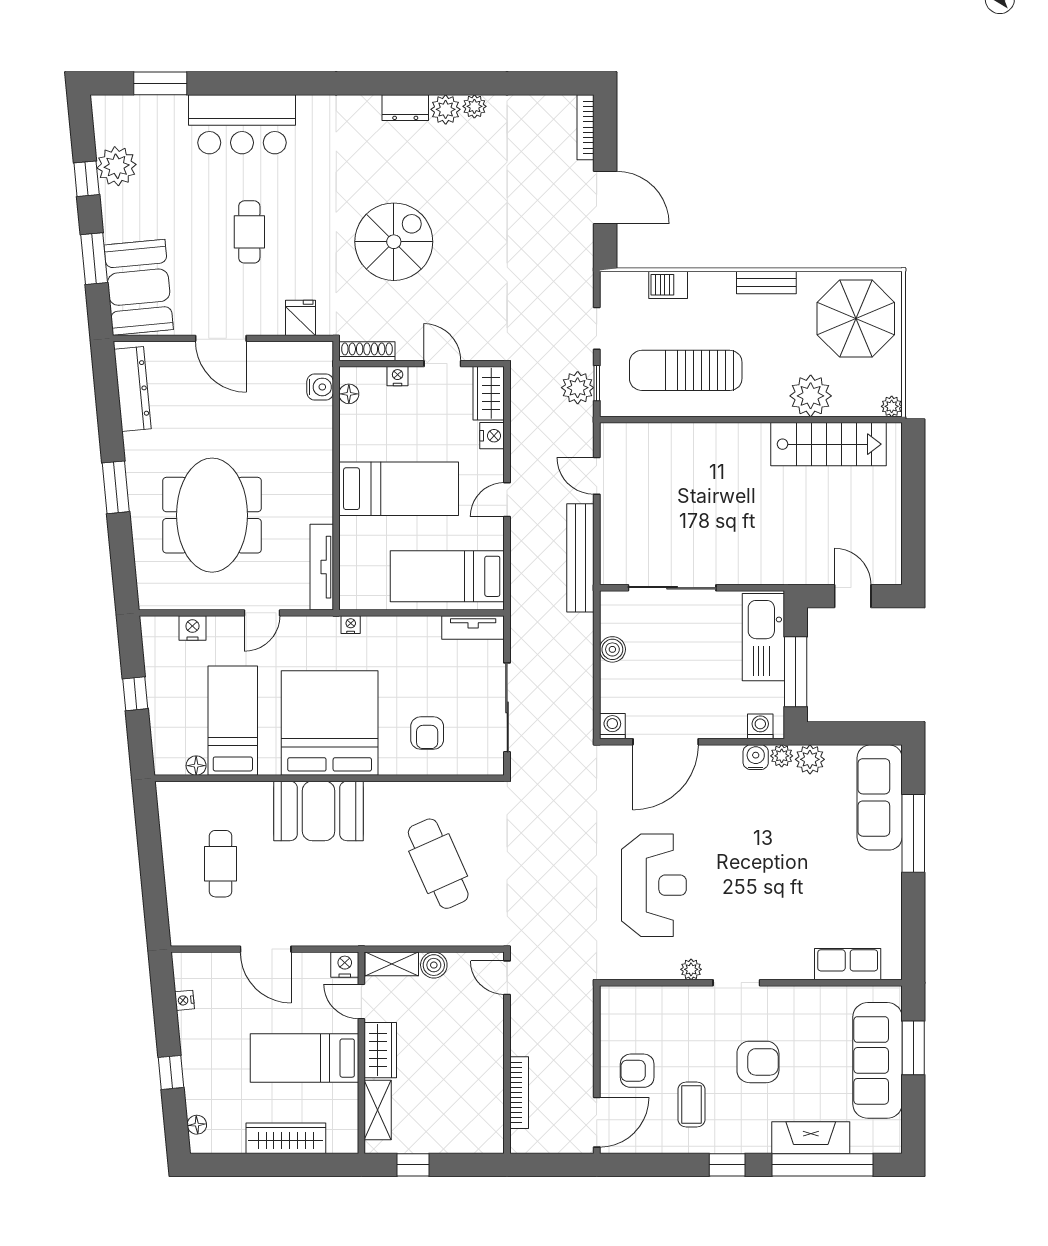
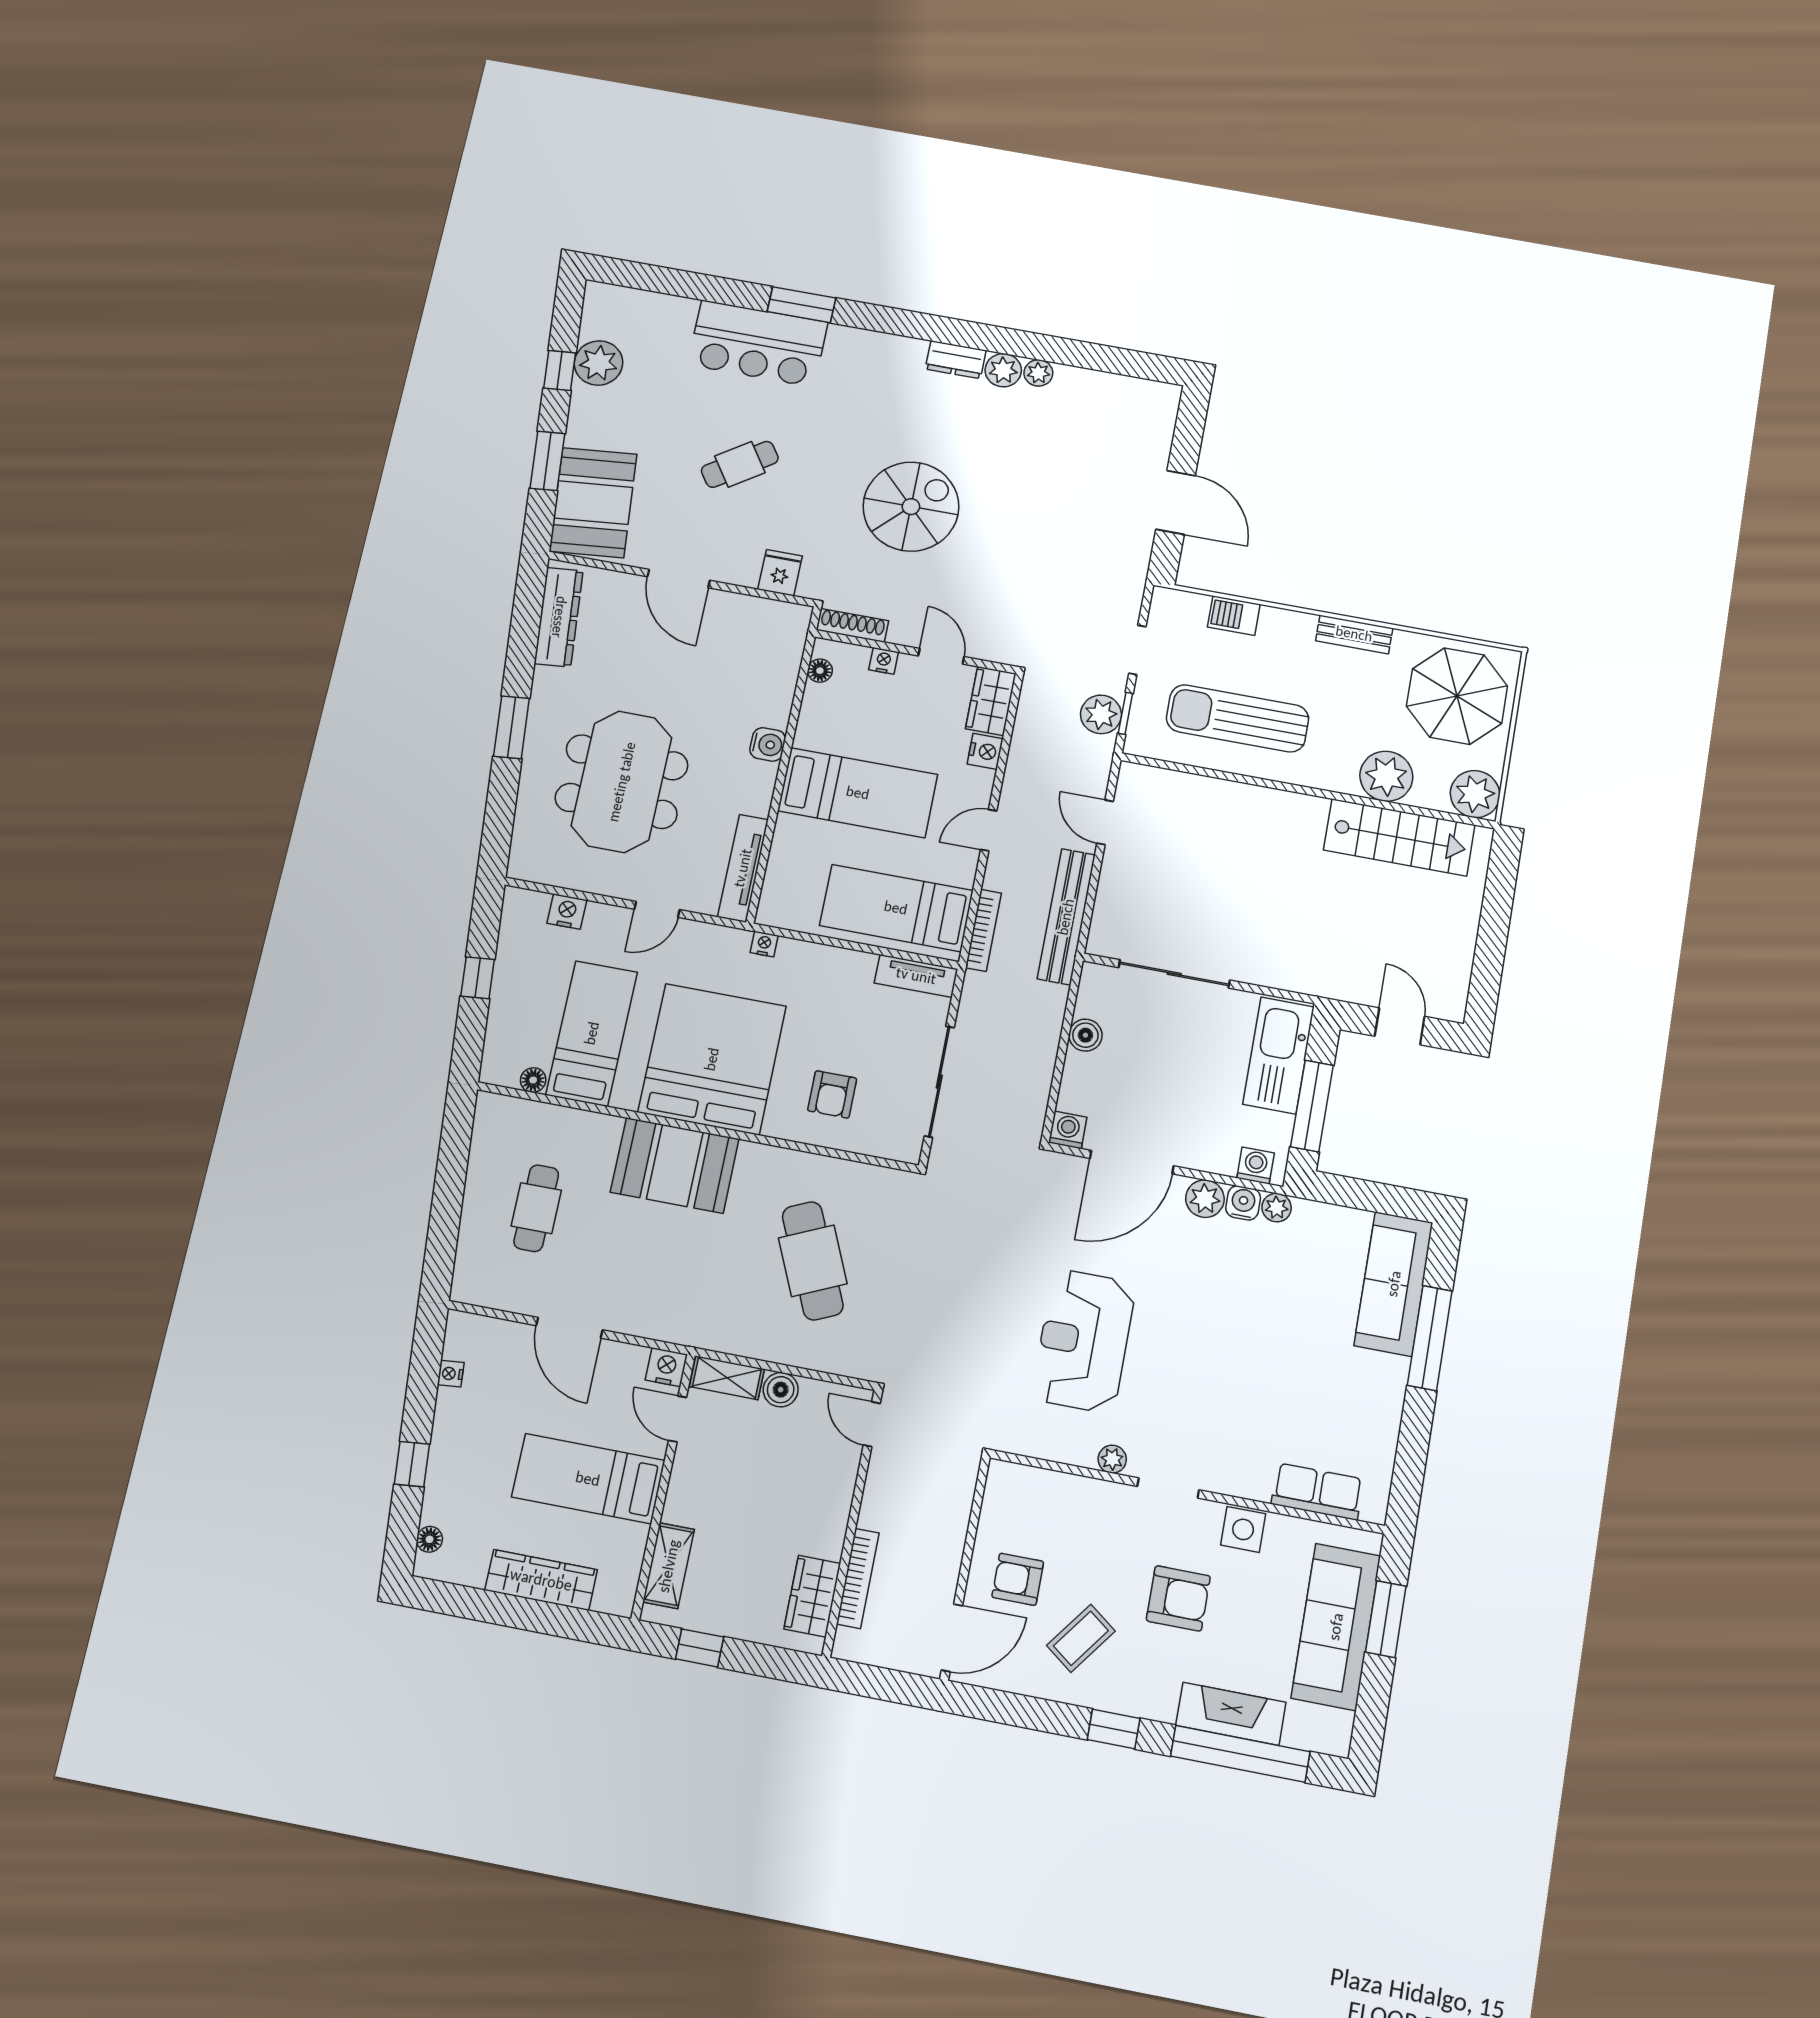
window: (160, 83) -> (802, 305), moved
bookcase: (586, 127) -> (983, 930), moved, turned 180
cafe table: (249, 232) -> (740, 464), turned 56
water cooler: (320, 387) -> (768, 744), moved
plant: (892, 406) -> (1475, 794), width x1.88, depth x1.88
plant: (810, 759) -> (1205, 1199), moved
reception desk: (654, 885) -> (1084, 1341), turned 180
side table: (797, 1003) -> (1243, 1529), added
wardrobe: (380, 1050) -> (812, 1596), moved, turned 180
coffee table: (691, 1104) -> (1081, 1638), turned 37

